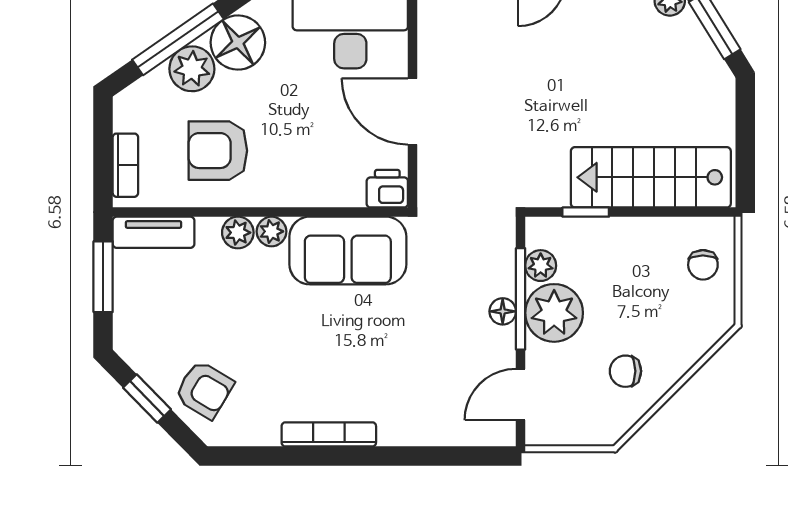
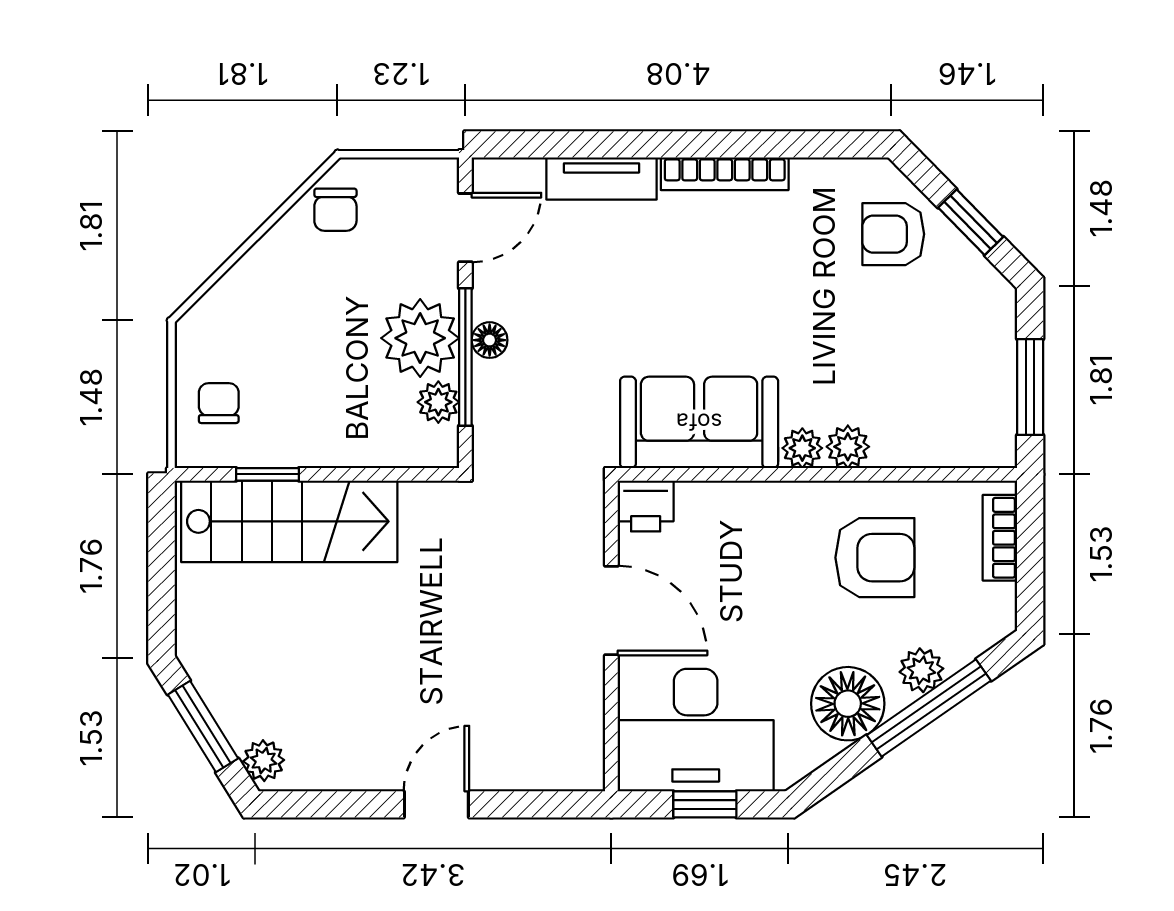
plant: (192, 69) -> (921, 670), width x0.73, depth x0.73
window: (586, 212) -> (267, 474), moved
tv unit: (154, 232) -> (602, 178), moved, turned 180
chair: (625, 371) -> (335, 210), moved, turned 90
armchair: (204, 390) -> (893, 234), turned -31

